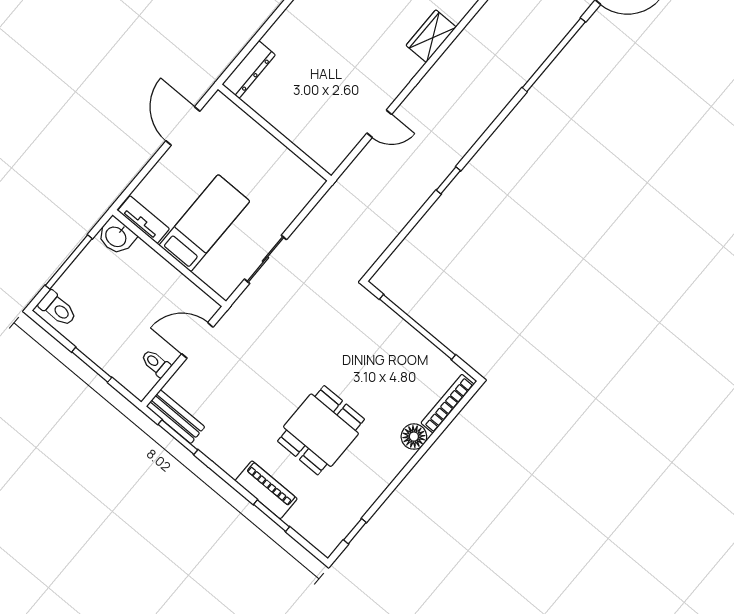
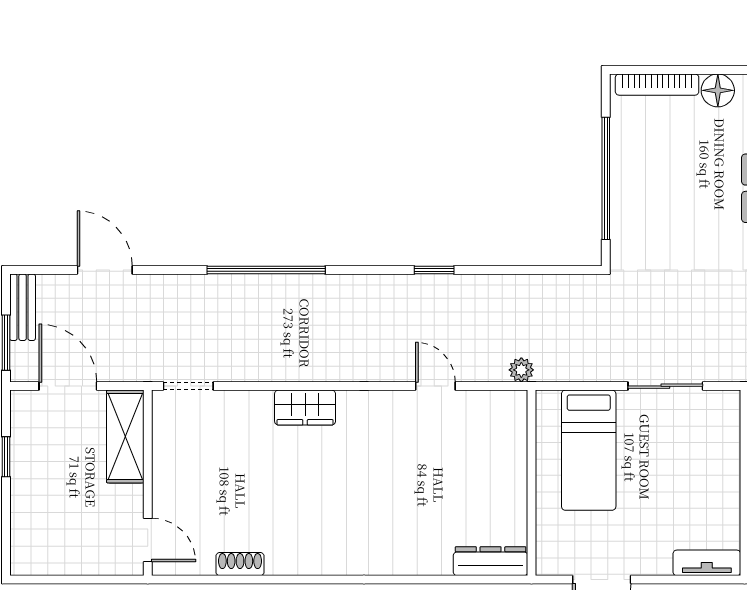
window: (554, 55) -> (266, 270), moved
plant: (346, 182) -> (521, 370), added
tv unit: (144, 220) -> (707, 563), moved, turned 90
bed: (204, 223) -> (589, 450), moved, turned -90

